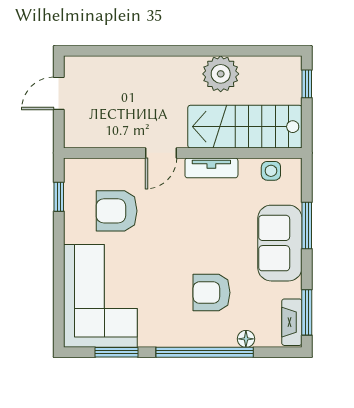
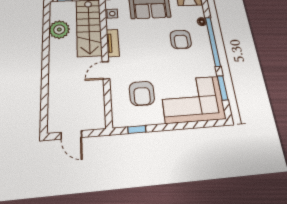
plant: (221, 74) -> (59, 30), moved
door: (161, 153) -> (106, 70), swing flipped

